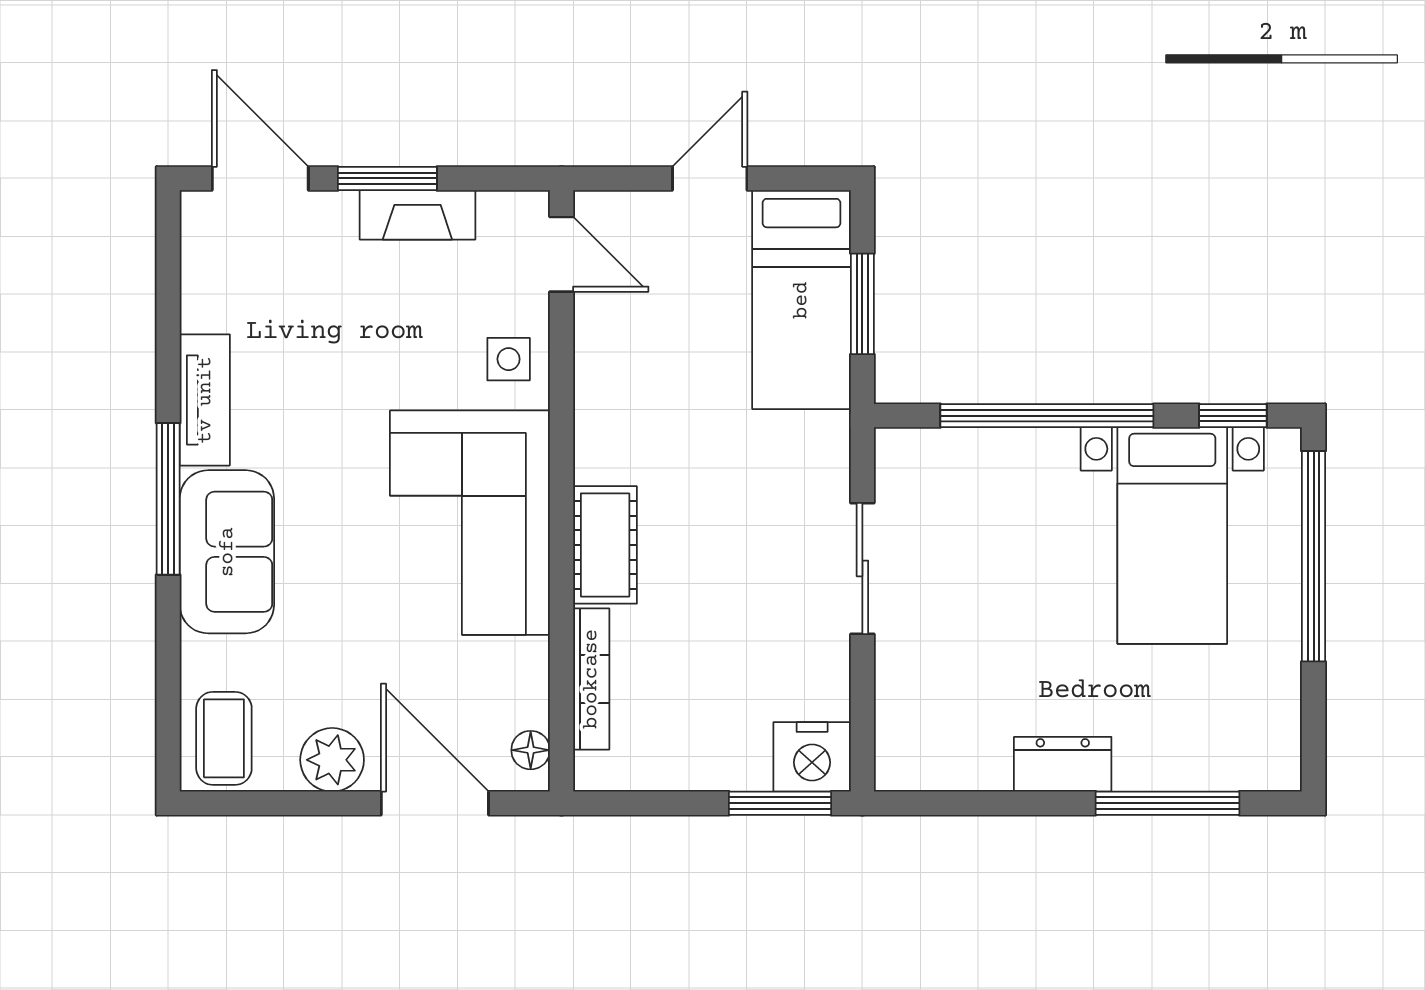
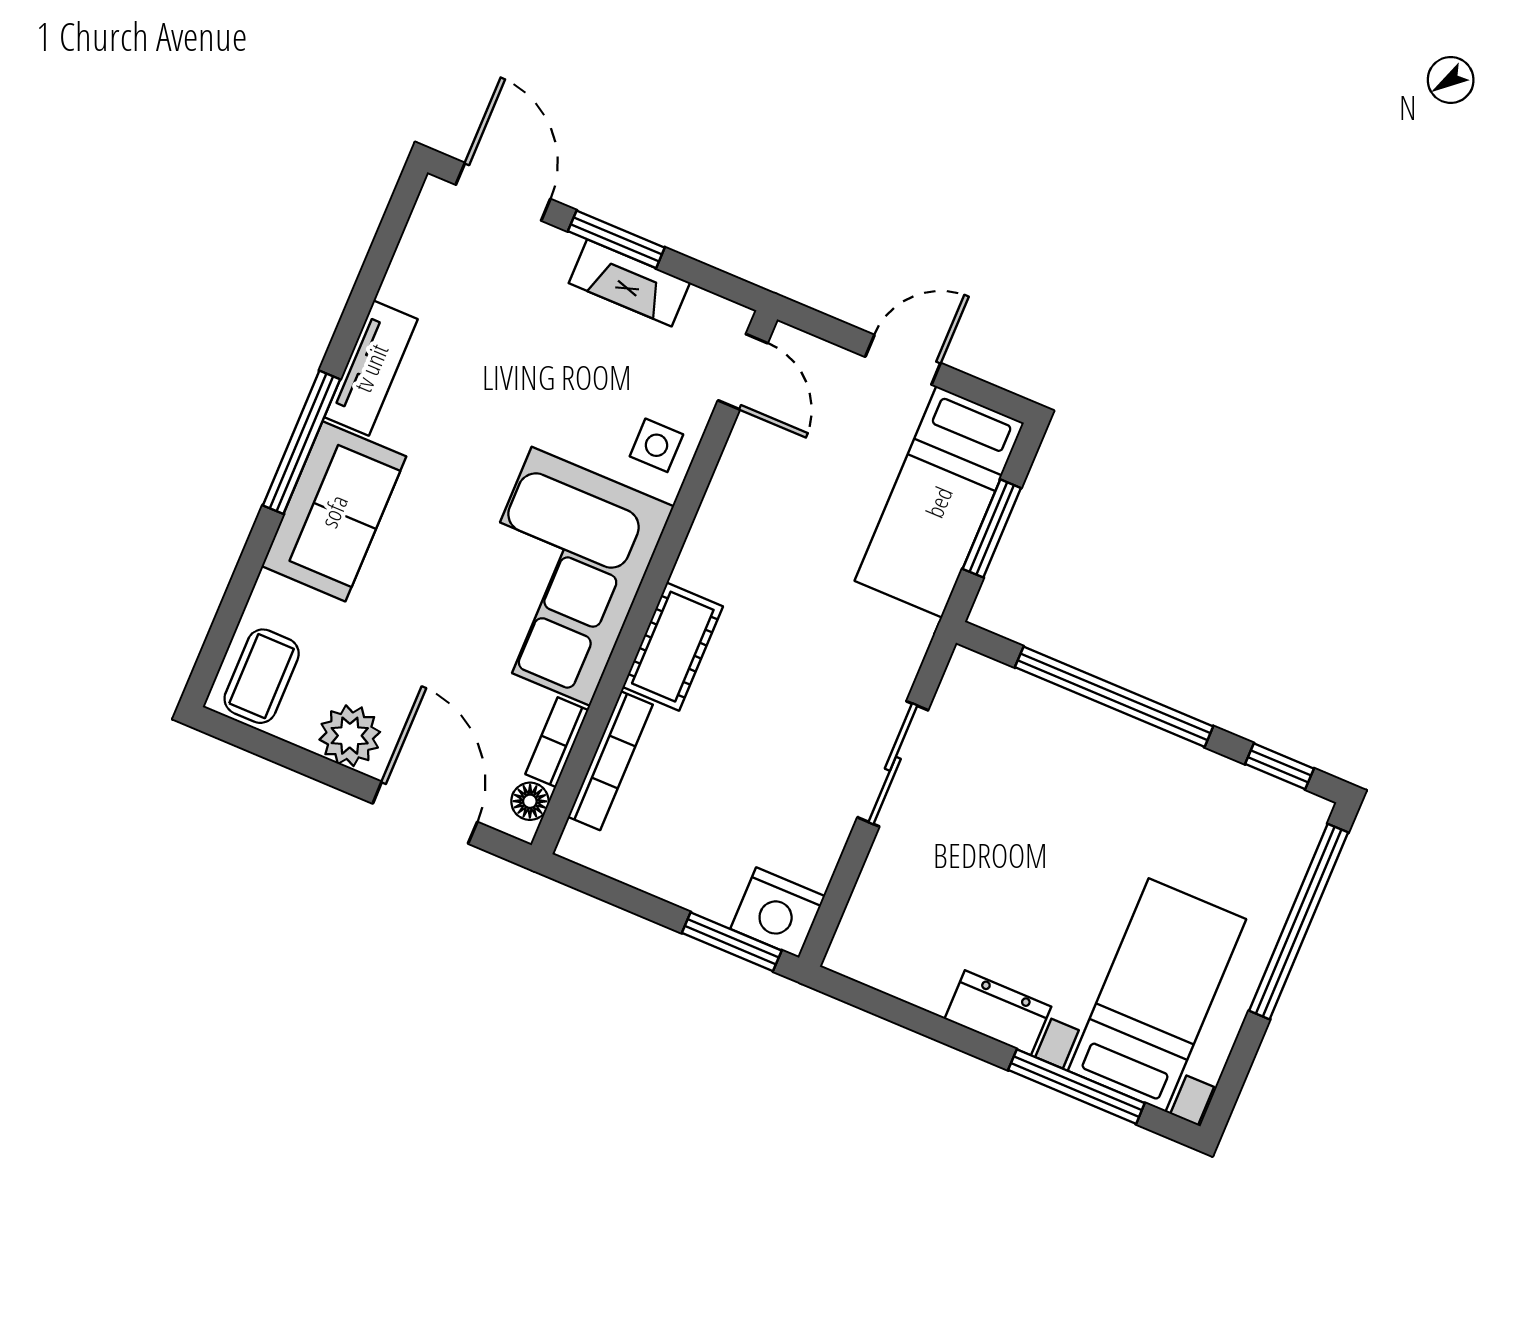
bed with nightstands: (1172, 536) -> (1157, 995), moved, turned 180
bookcase: (533, 683) -> (557, 742), added

